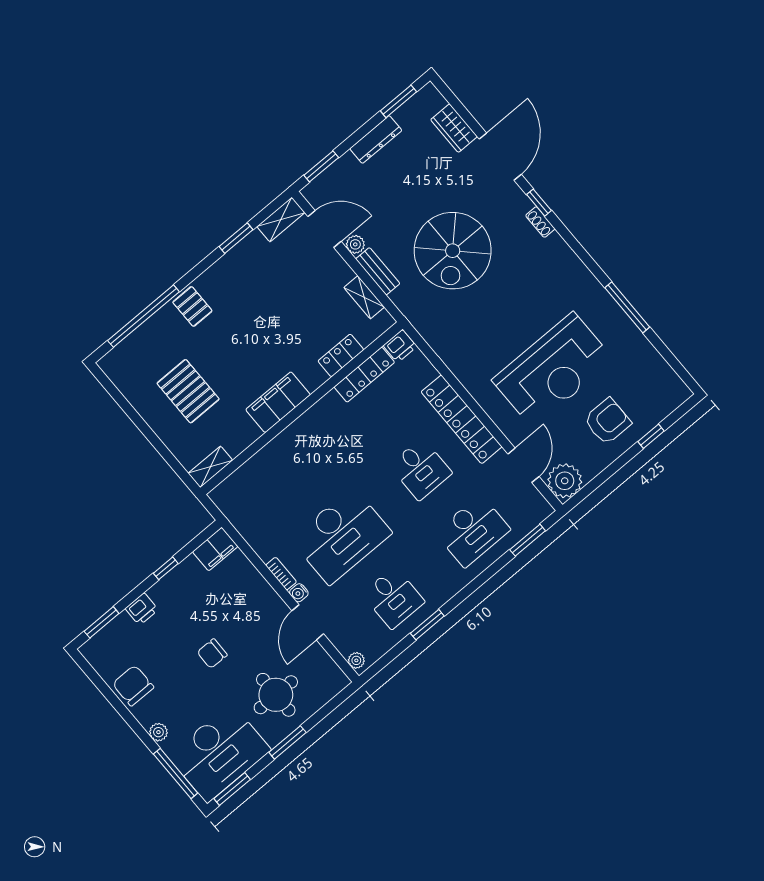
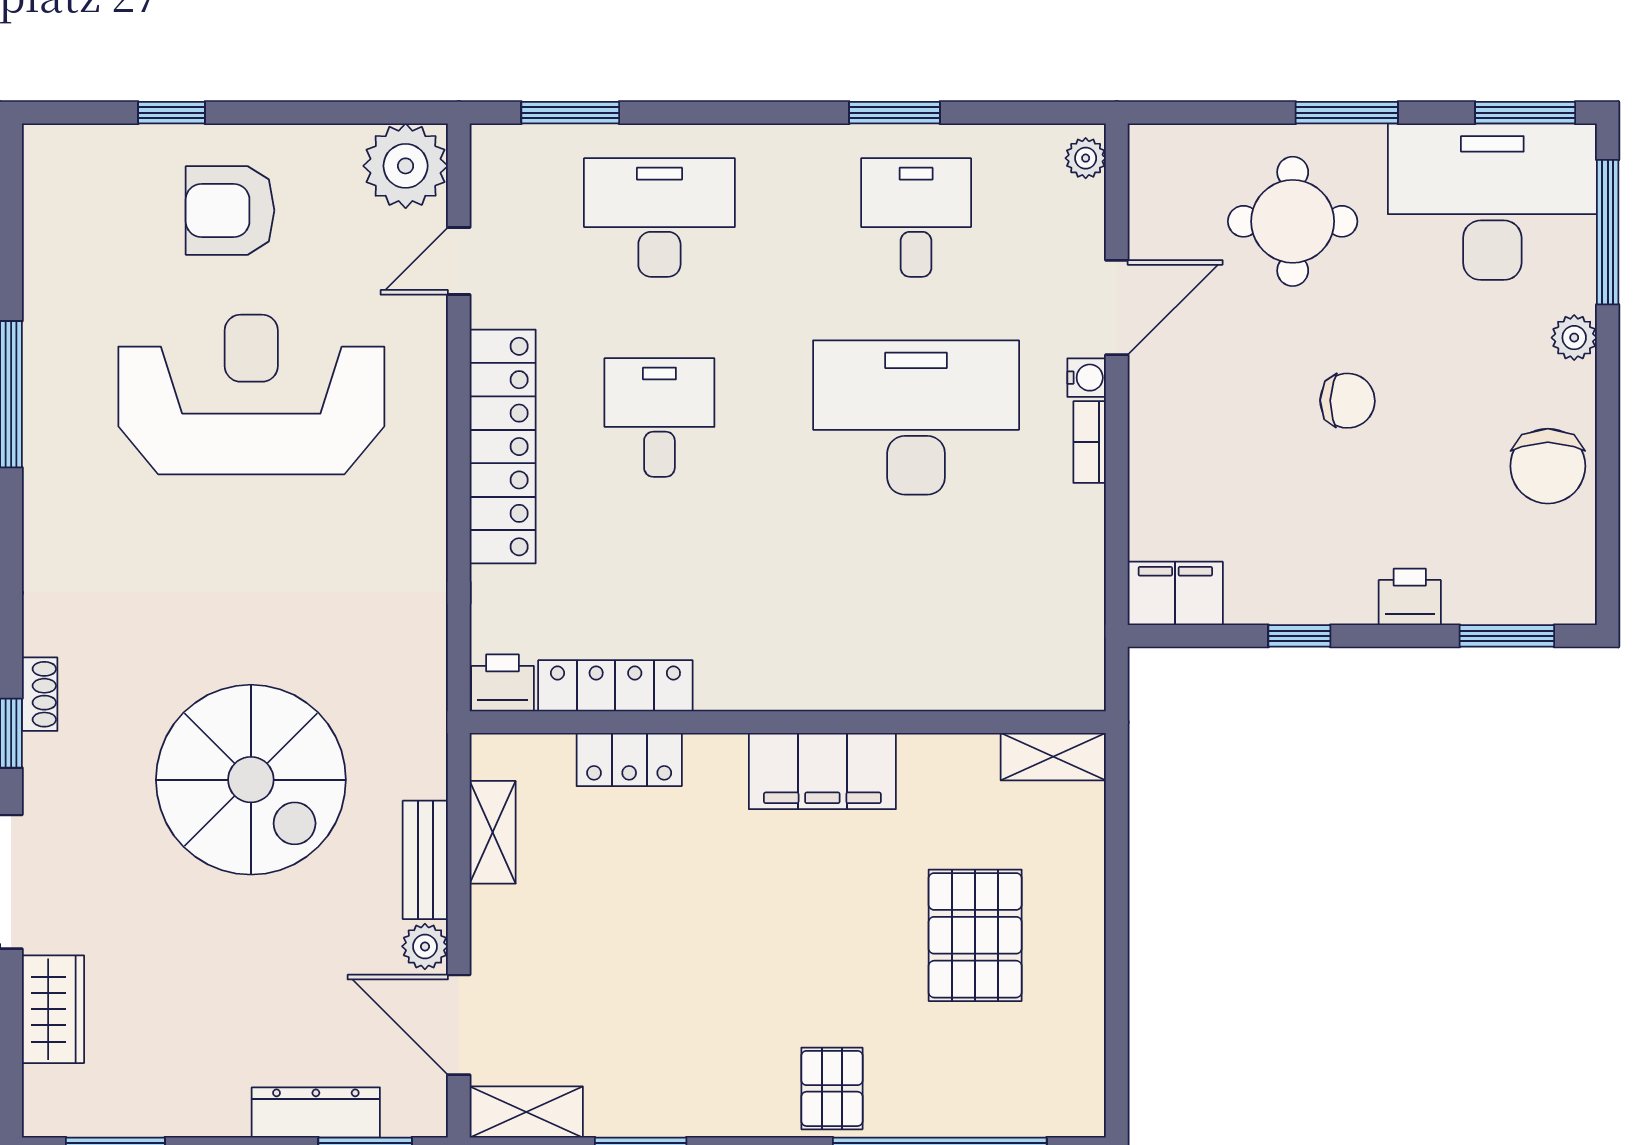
dresser: (376, 139) -> (316, 1112), moved
spiral stairs: (453, 251) -> (251, 780), turned 90
door: (523, 465) -> (459, 261), width x0.73

